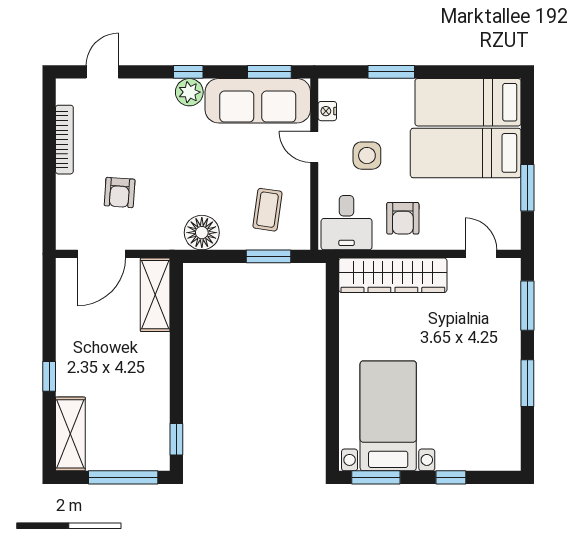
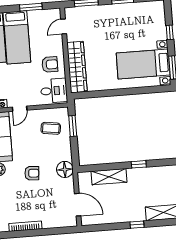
side table: (367, 156) -> (22, 84), removed
armchair: (120, 192) -> (32, 173), moved
floor lamp: (202, 233) -> (65, 169), moved
shelving: (155, 295) -> (109, 177), moved
window: (176, 439) -> (139, 164), moved

